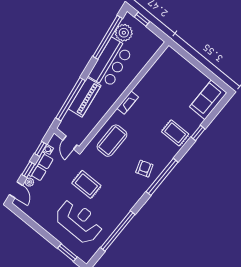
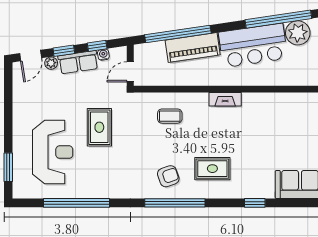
rug: (175, 133) -> (212, 169), moved, turned 90
coffee table: (112, 141) -> (170, 116), width x0.54, depth x0.58

